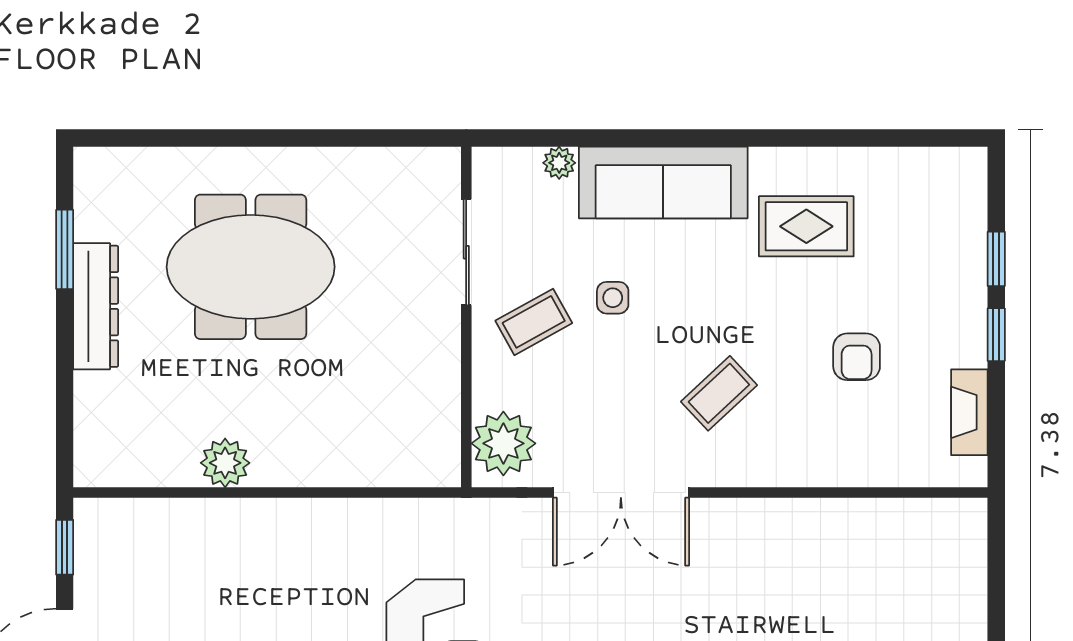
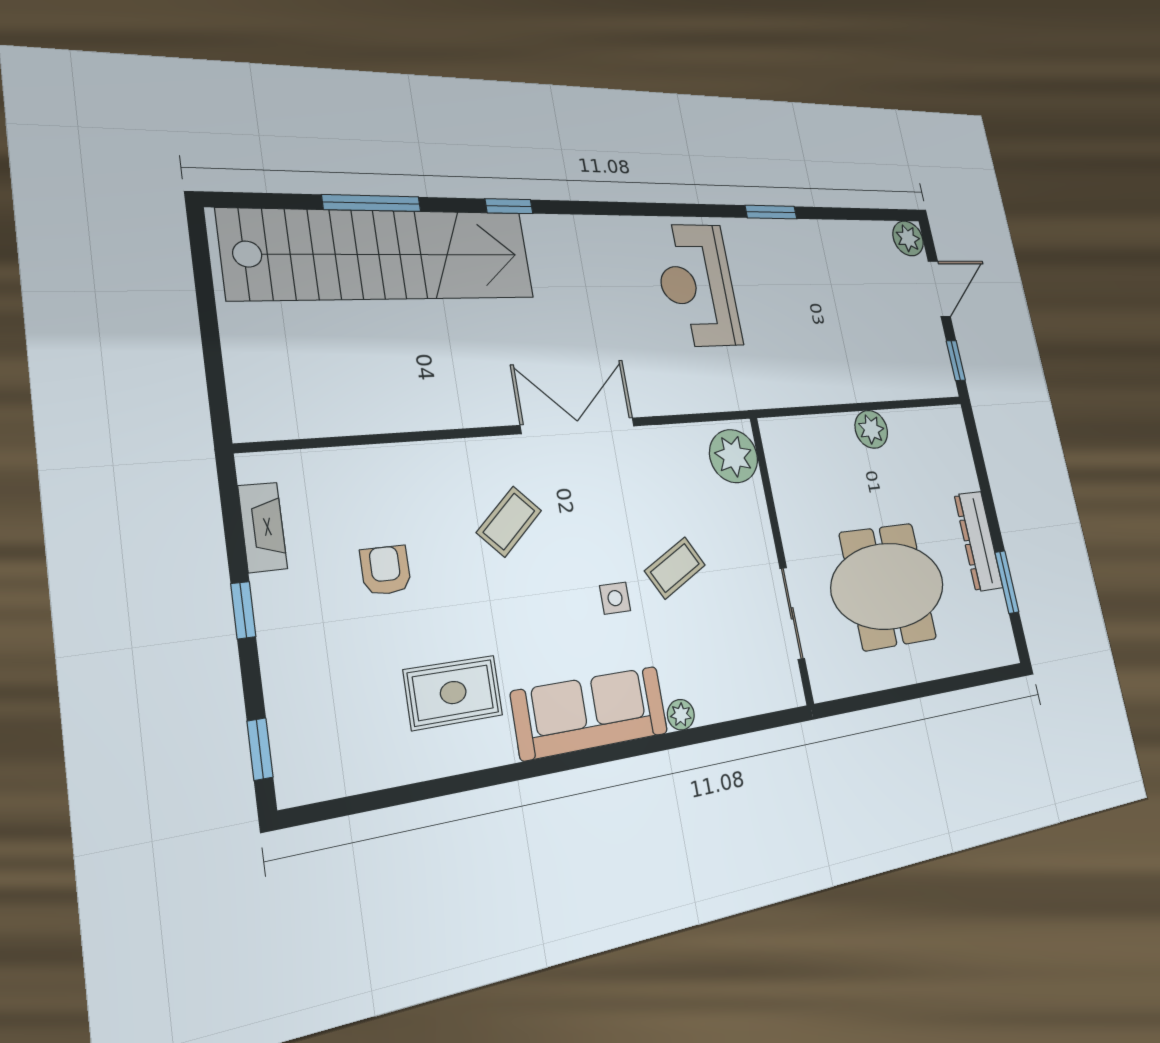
sliding door: (466, 252) -> (792, 613), moved
window: (996, 259) -> (260, 749), moved
wall: (466, 317) -> (781, 558), moved
plant: (503, 443) -> (734, 456), moved

